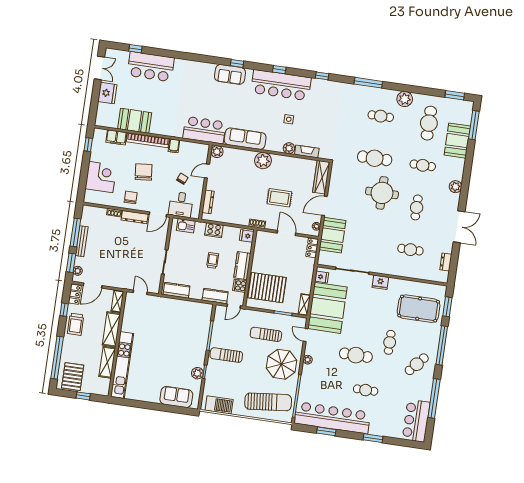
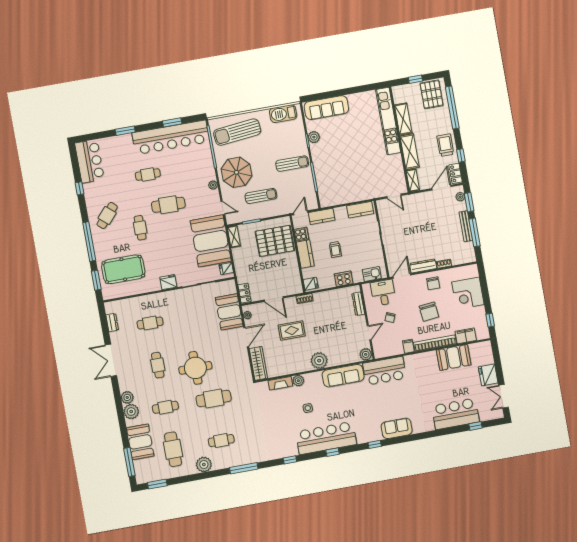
sofa: (230, 74) -> (397, 428), moved
plant: (456, 172) -> (131, 412), added
sofa: (176, 397) -> (326, 108), width x1.36
window: (434, 398) -> (80, 188), width x0.32

